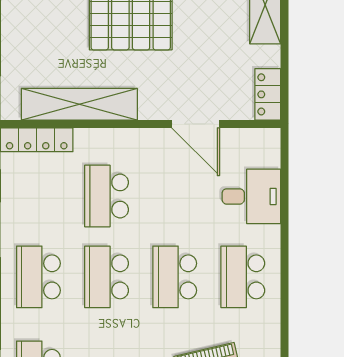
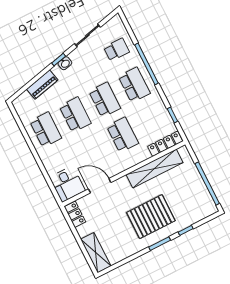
desk: (251, 196) -> (67, 184), moved, turned -90

